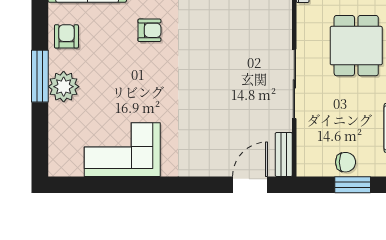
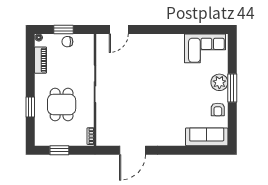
armchair: (149, 30) -> (173, 113), removed
corner sofa: (122, 150) -> (205, 48), moved
bench: (284, 154) -> (101, 46), removed

